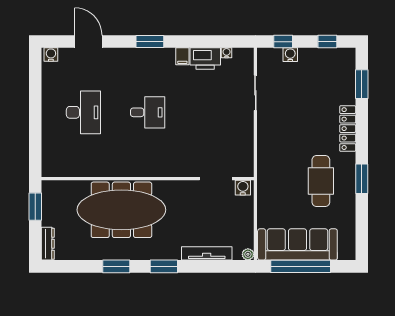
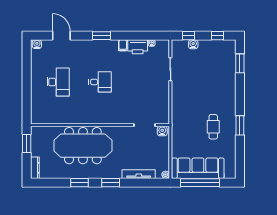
locker: (348, 129) -> (231, 93), removed
cafe table: (321, 181) -> (213, 127), width x0.73, depth x0.74

